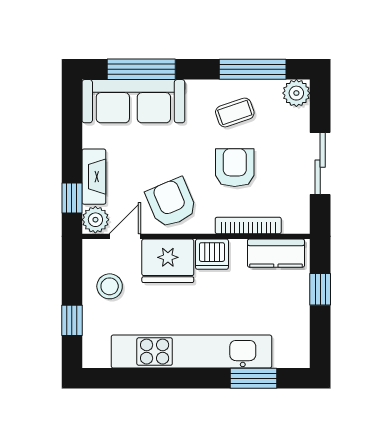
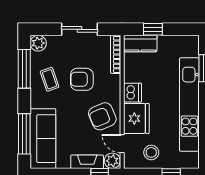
bookcase: (248, 225) -> (116, 54), moved
kitchen counter: (276, 253) -> (140, 44), moved, turned 90

